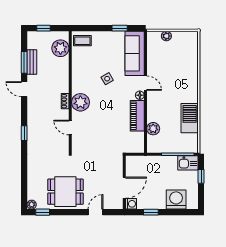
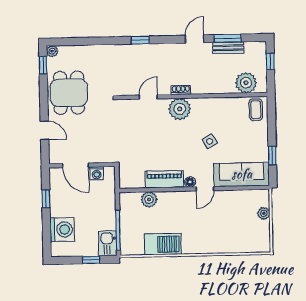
washing machine: (131, 204) -> (97, 173), moved

